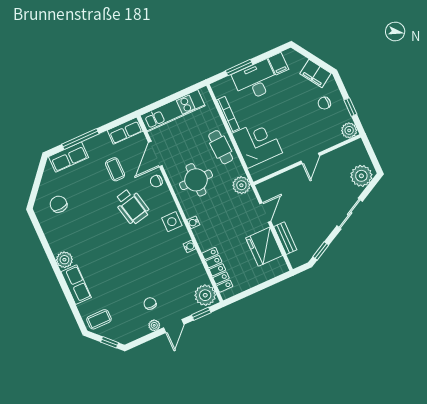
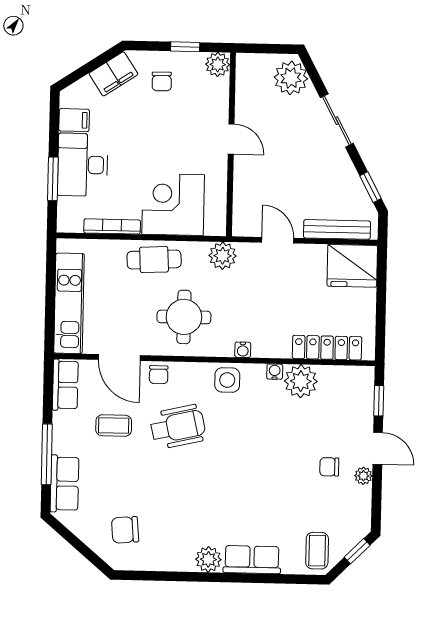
bench: (285, 238) -> (337, 229), width x1.36
fridge: (264, 247) -> (352, 266), moved
plant: (205, 295) -> (301, 381), moved

